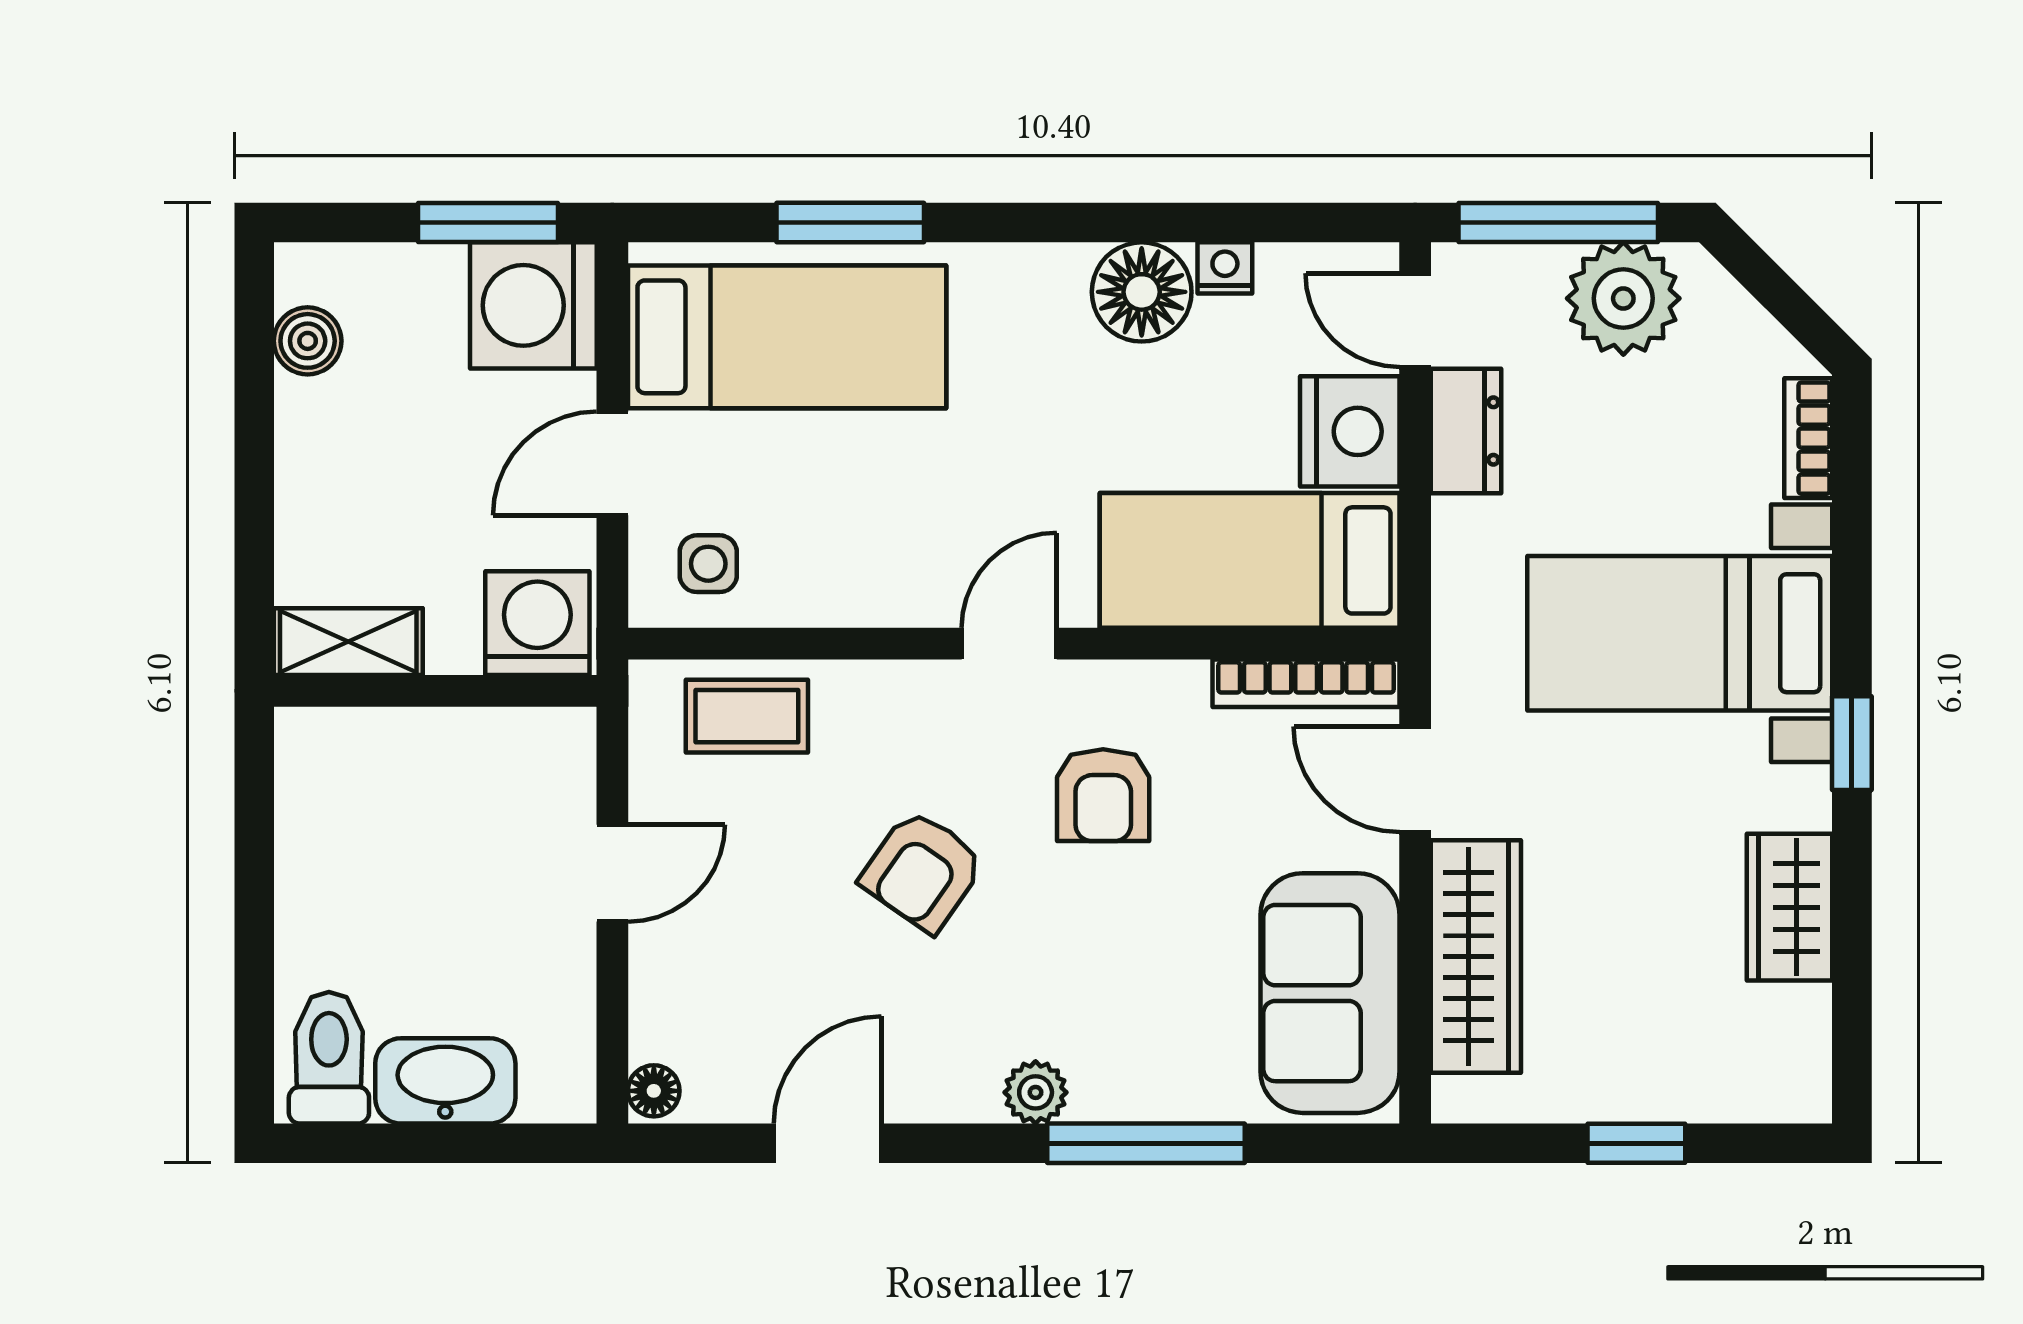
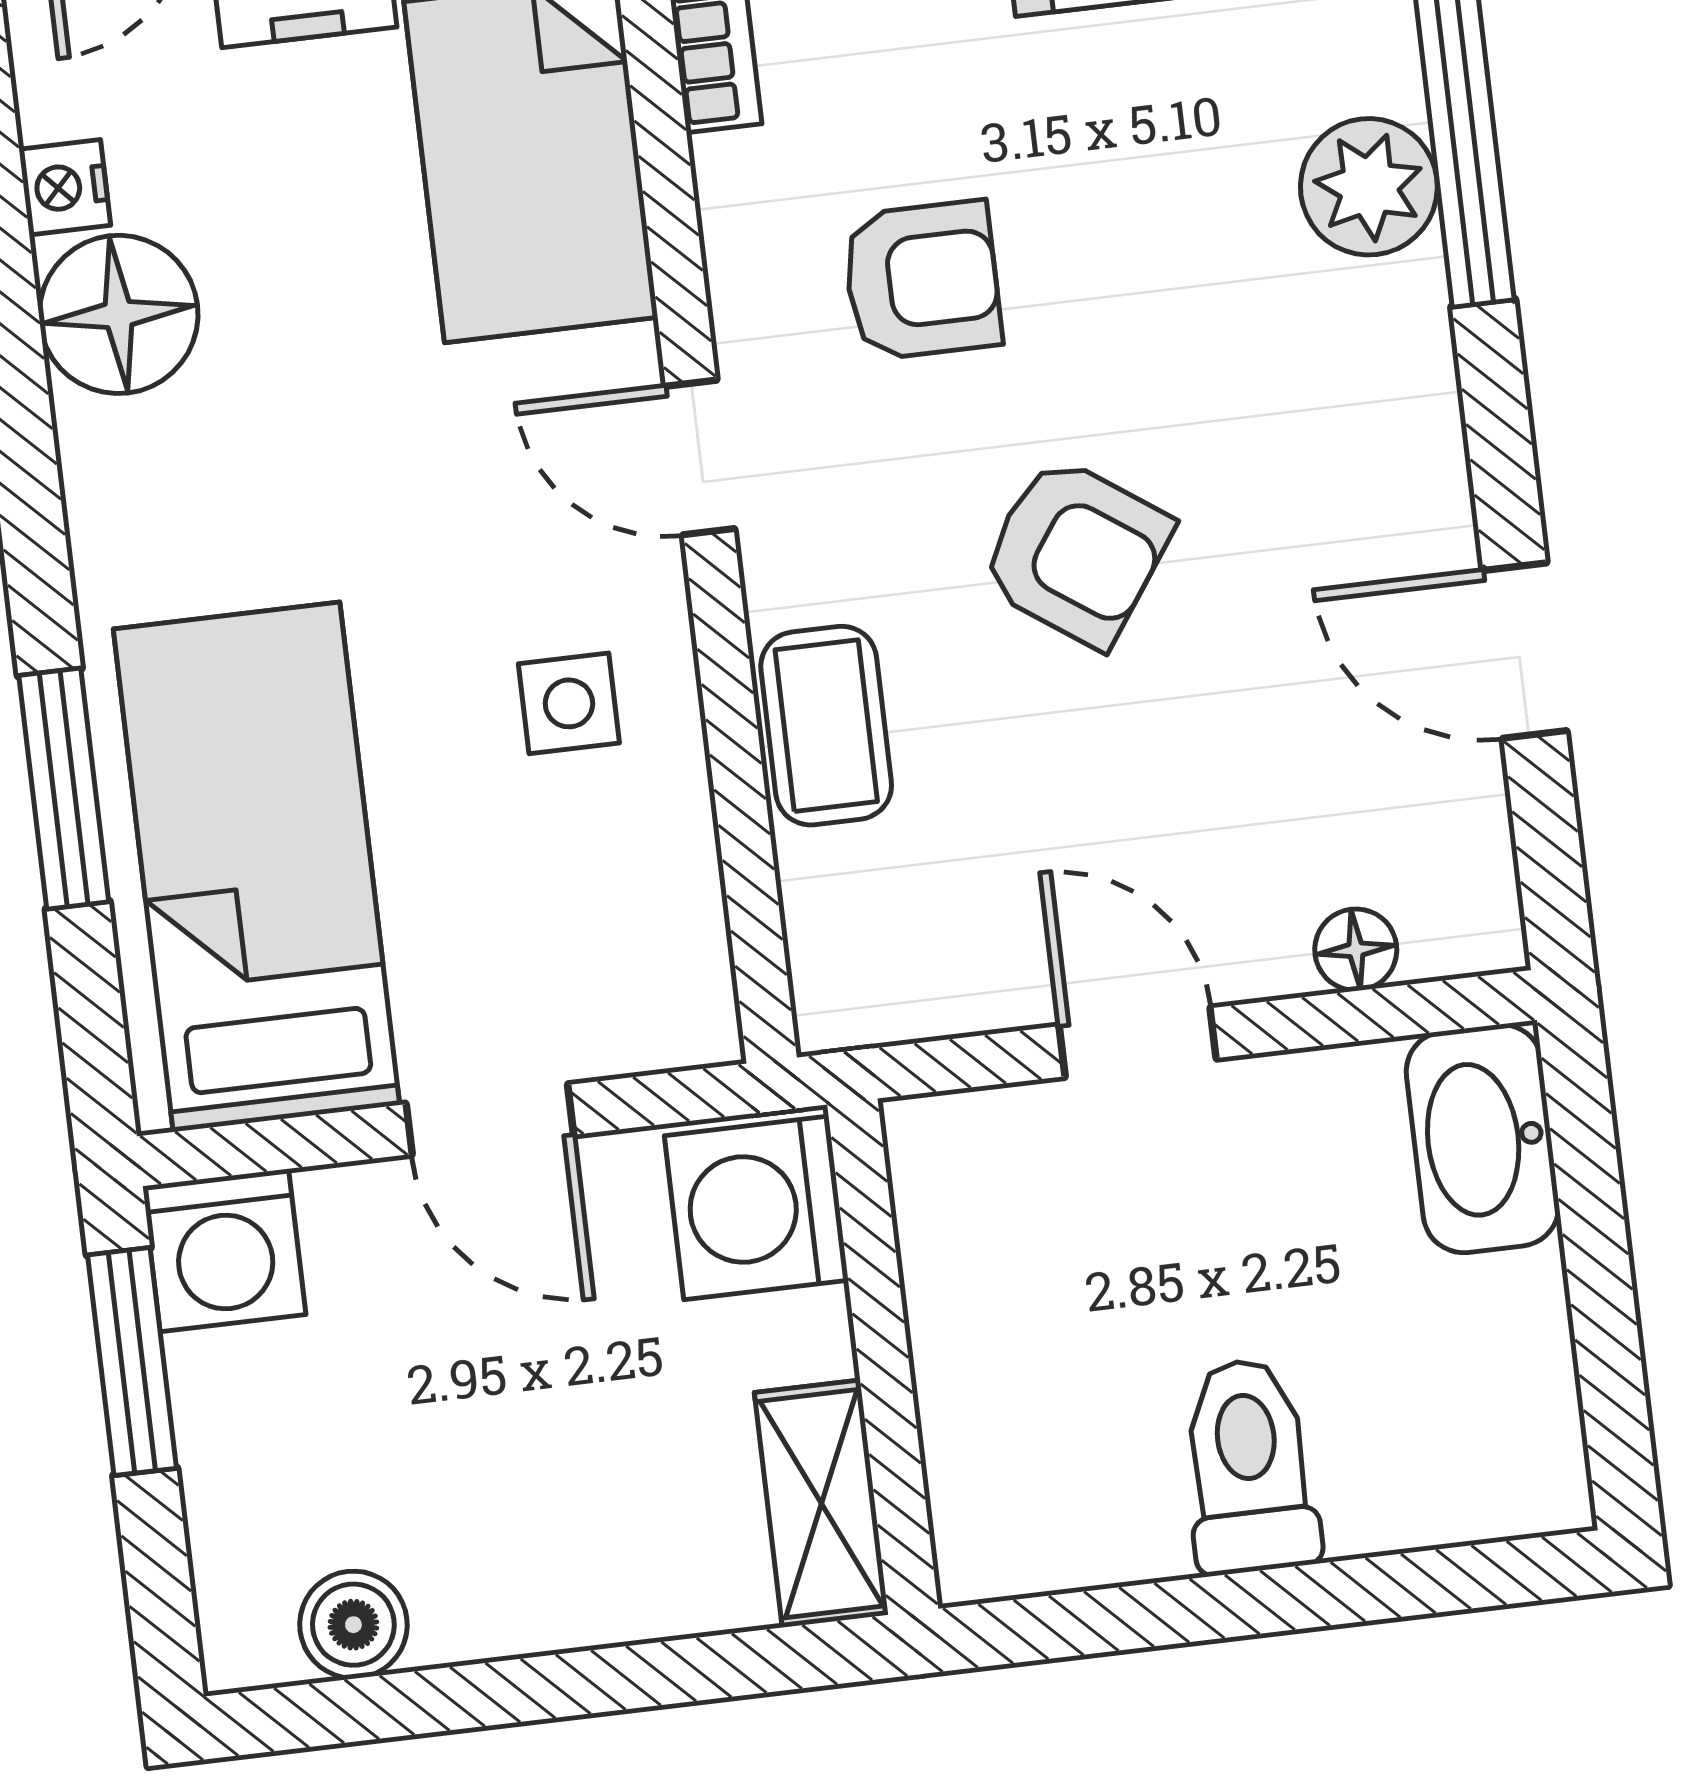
washing machine: (533, 305) -> (224, 1250), width x0.73, depth x0.73
side table: (708, 564) -> (569, 703), moved
coffee table: (747, 716) -> (826, 726), moved
toilet: (329, 1058) -> (1249, 1466), moved, turned 90
washbasin: (445, 1081) -> (1483, 1139), moved
floor lamp: (654, 1091) -> (1356, 950), moved
plant: (1036, 1092) -> (1369, 187), moved, width x1.38, depth x1.38

